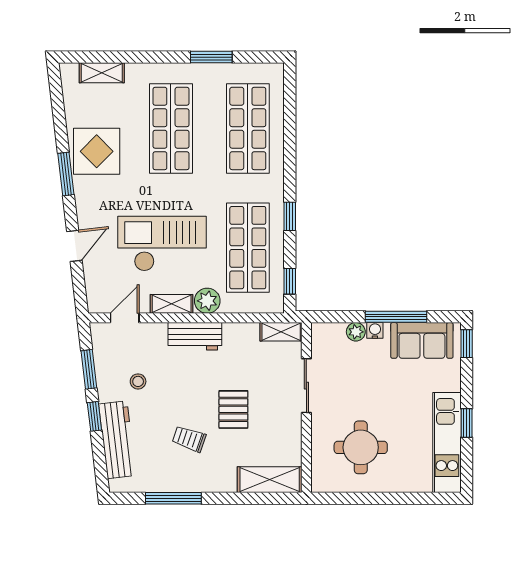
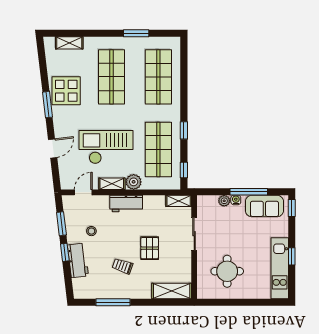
workbench: (117, 440) -> (78, 260), width x0.73

